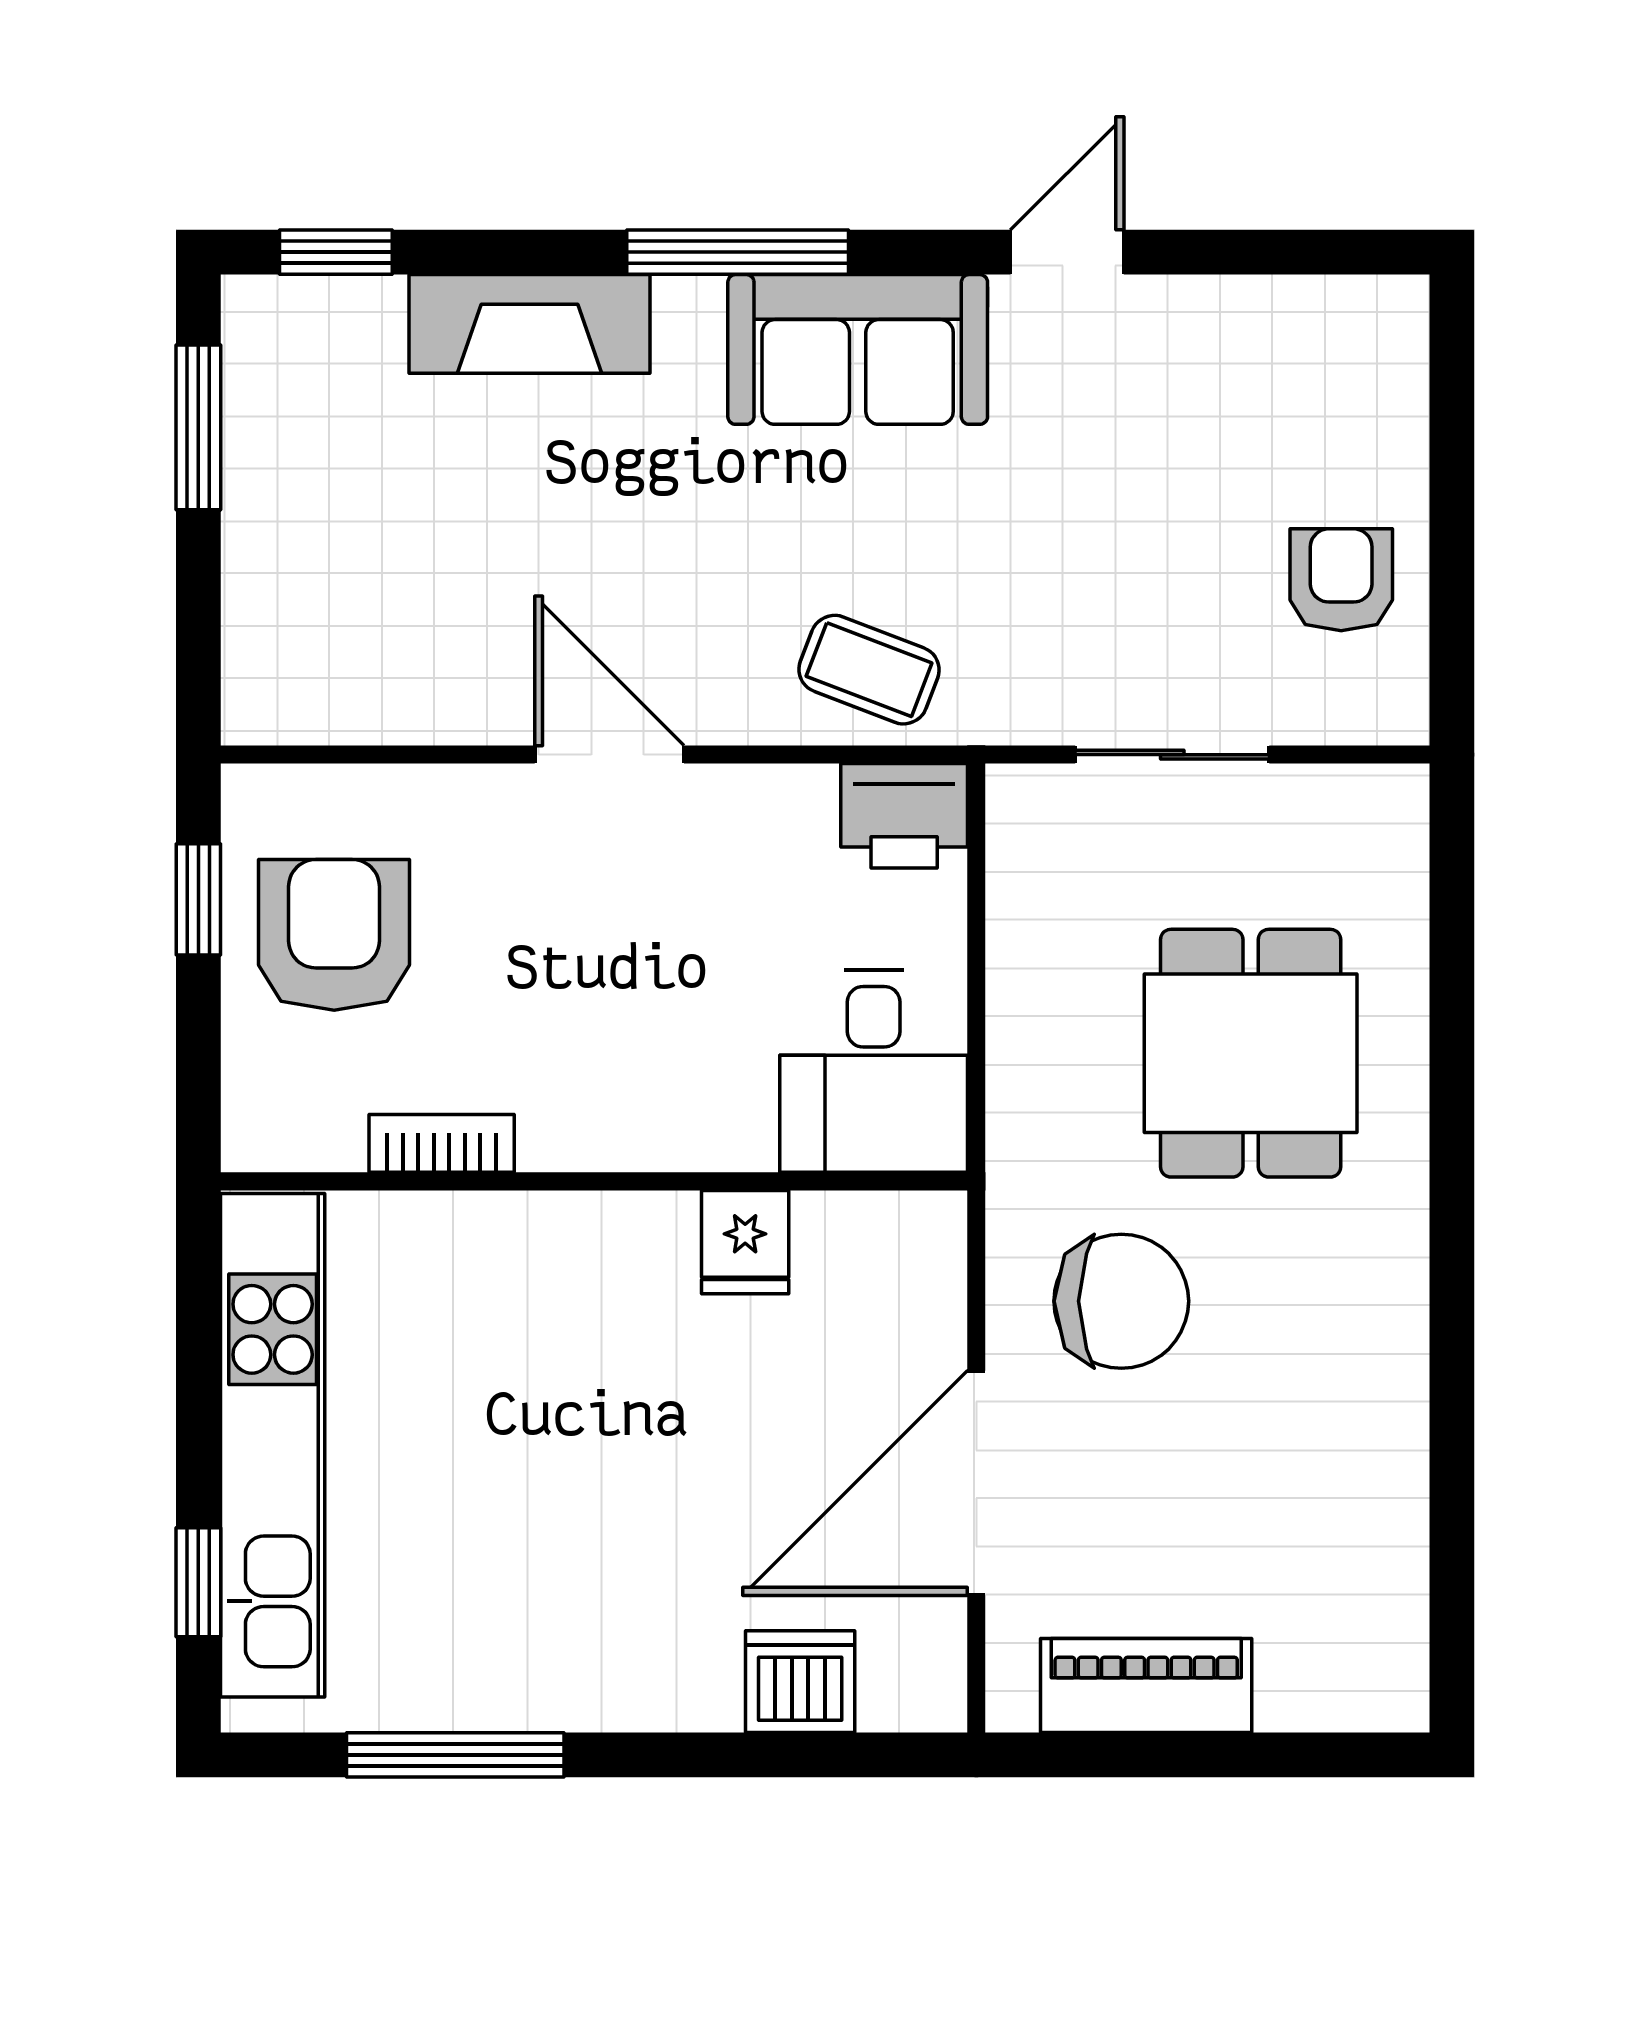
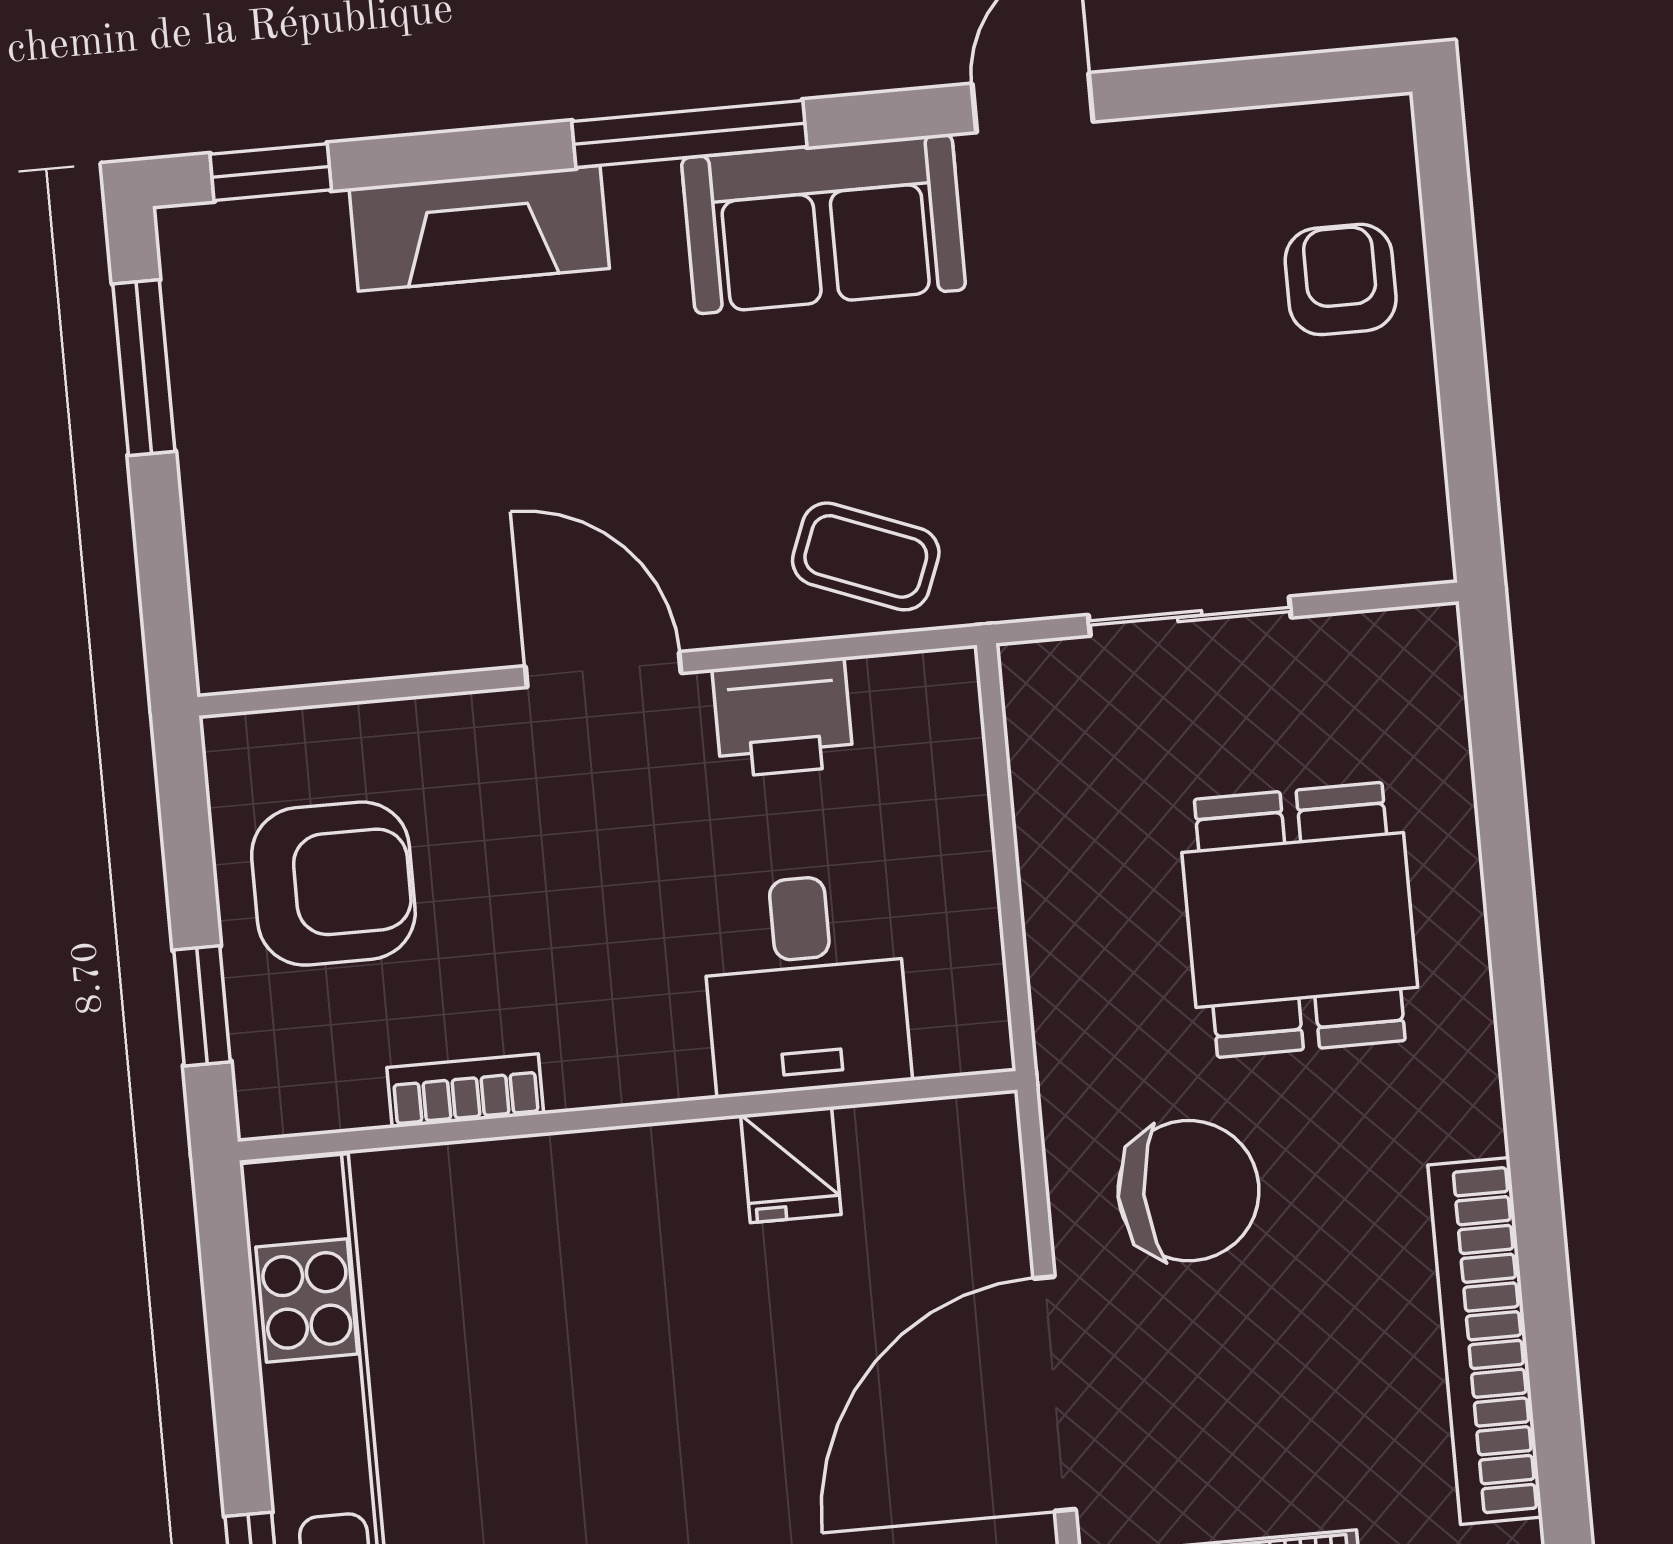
armchair: (1341, 580) -> (1341, 279), moved
printer: (904, 816) -> (783, 718), moved
window: (198, 899) -> (202, 1006), moved
armchair: (334, 935) -> (333, 884), turned 90
desk: (874, 1071) -> (805, 984), moved
bookcase: (1391, 1470) -> (1485, 1341), added

